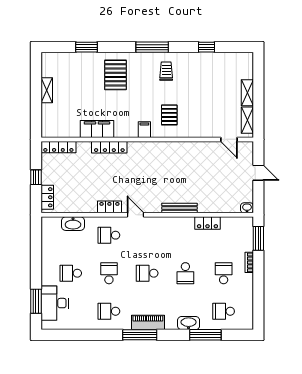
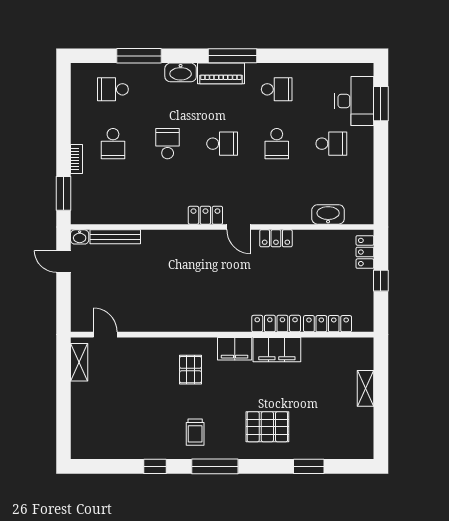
window: (207, 47) -> (155, 466), moved
pallet: (115, 75) -> (267, 427), turned 90
shelving: (47, 90) -> (366, 388), moved
shelving: (247, 93) -> (79, 401), removed
filing cabinet: (97, 129) -> (277, 350), moved
filing cabinet: (144, 130) -> (235, 349), width x2.00
locker: (58, 147) -> (328, 324), moved
door: (258, 173) -> (63, 261), moved
bench: (179, 208) -> (115, 237), moved
locker: (207, 223) -> (205, 215), moved
school desk: (109, 235) -> (277, 198), removed
school desk: (224, 311) -> (113, 89), turned 180
washbasin: (189, 323) -> (181, 72), moved

